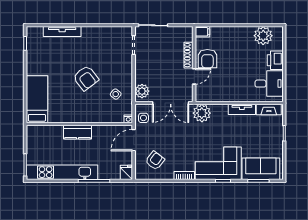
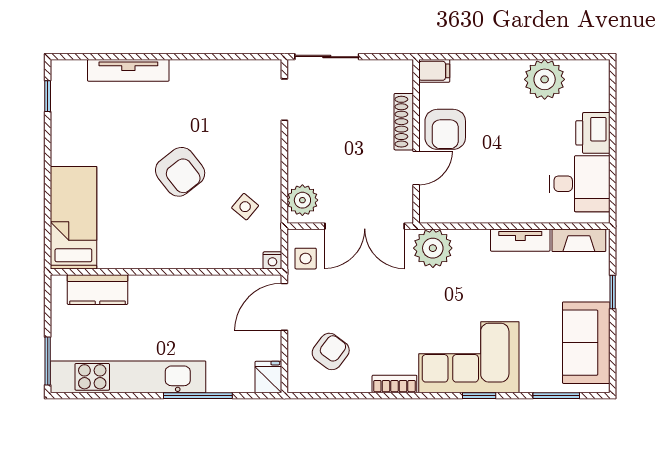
plant: (263, 36) -> (545, 79), moved
kitchen counter: (77, 132) -> (97, 290), moved
sofa: (261, 169) -> (586, 343), moved, turned -90

